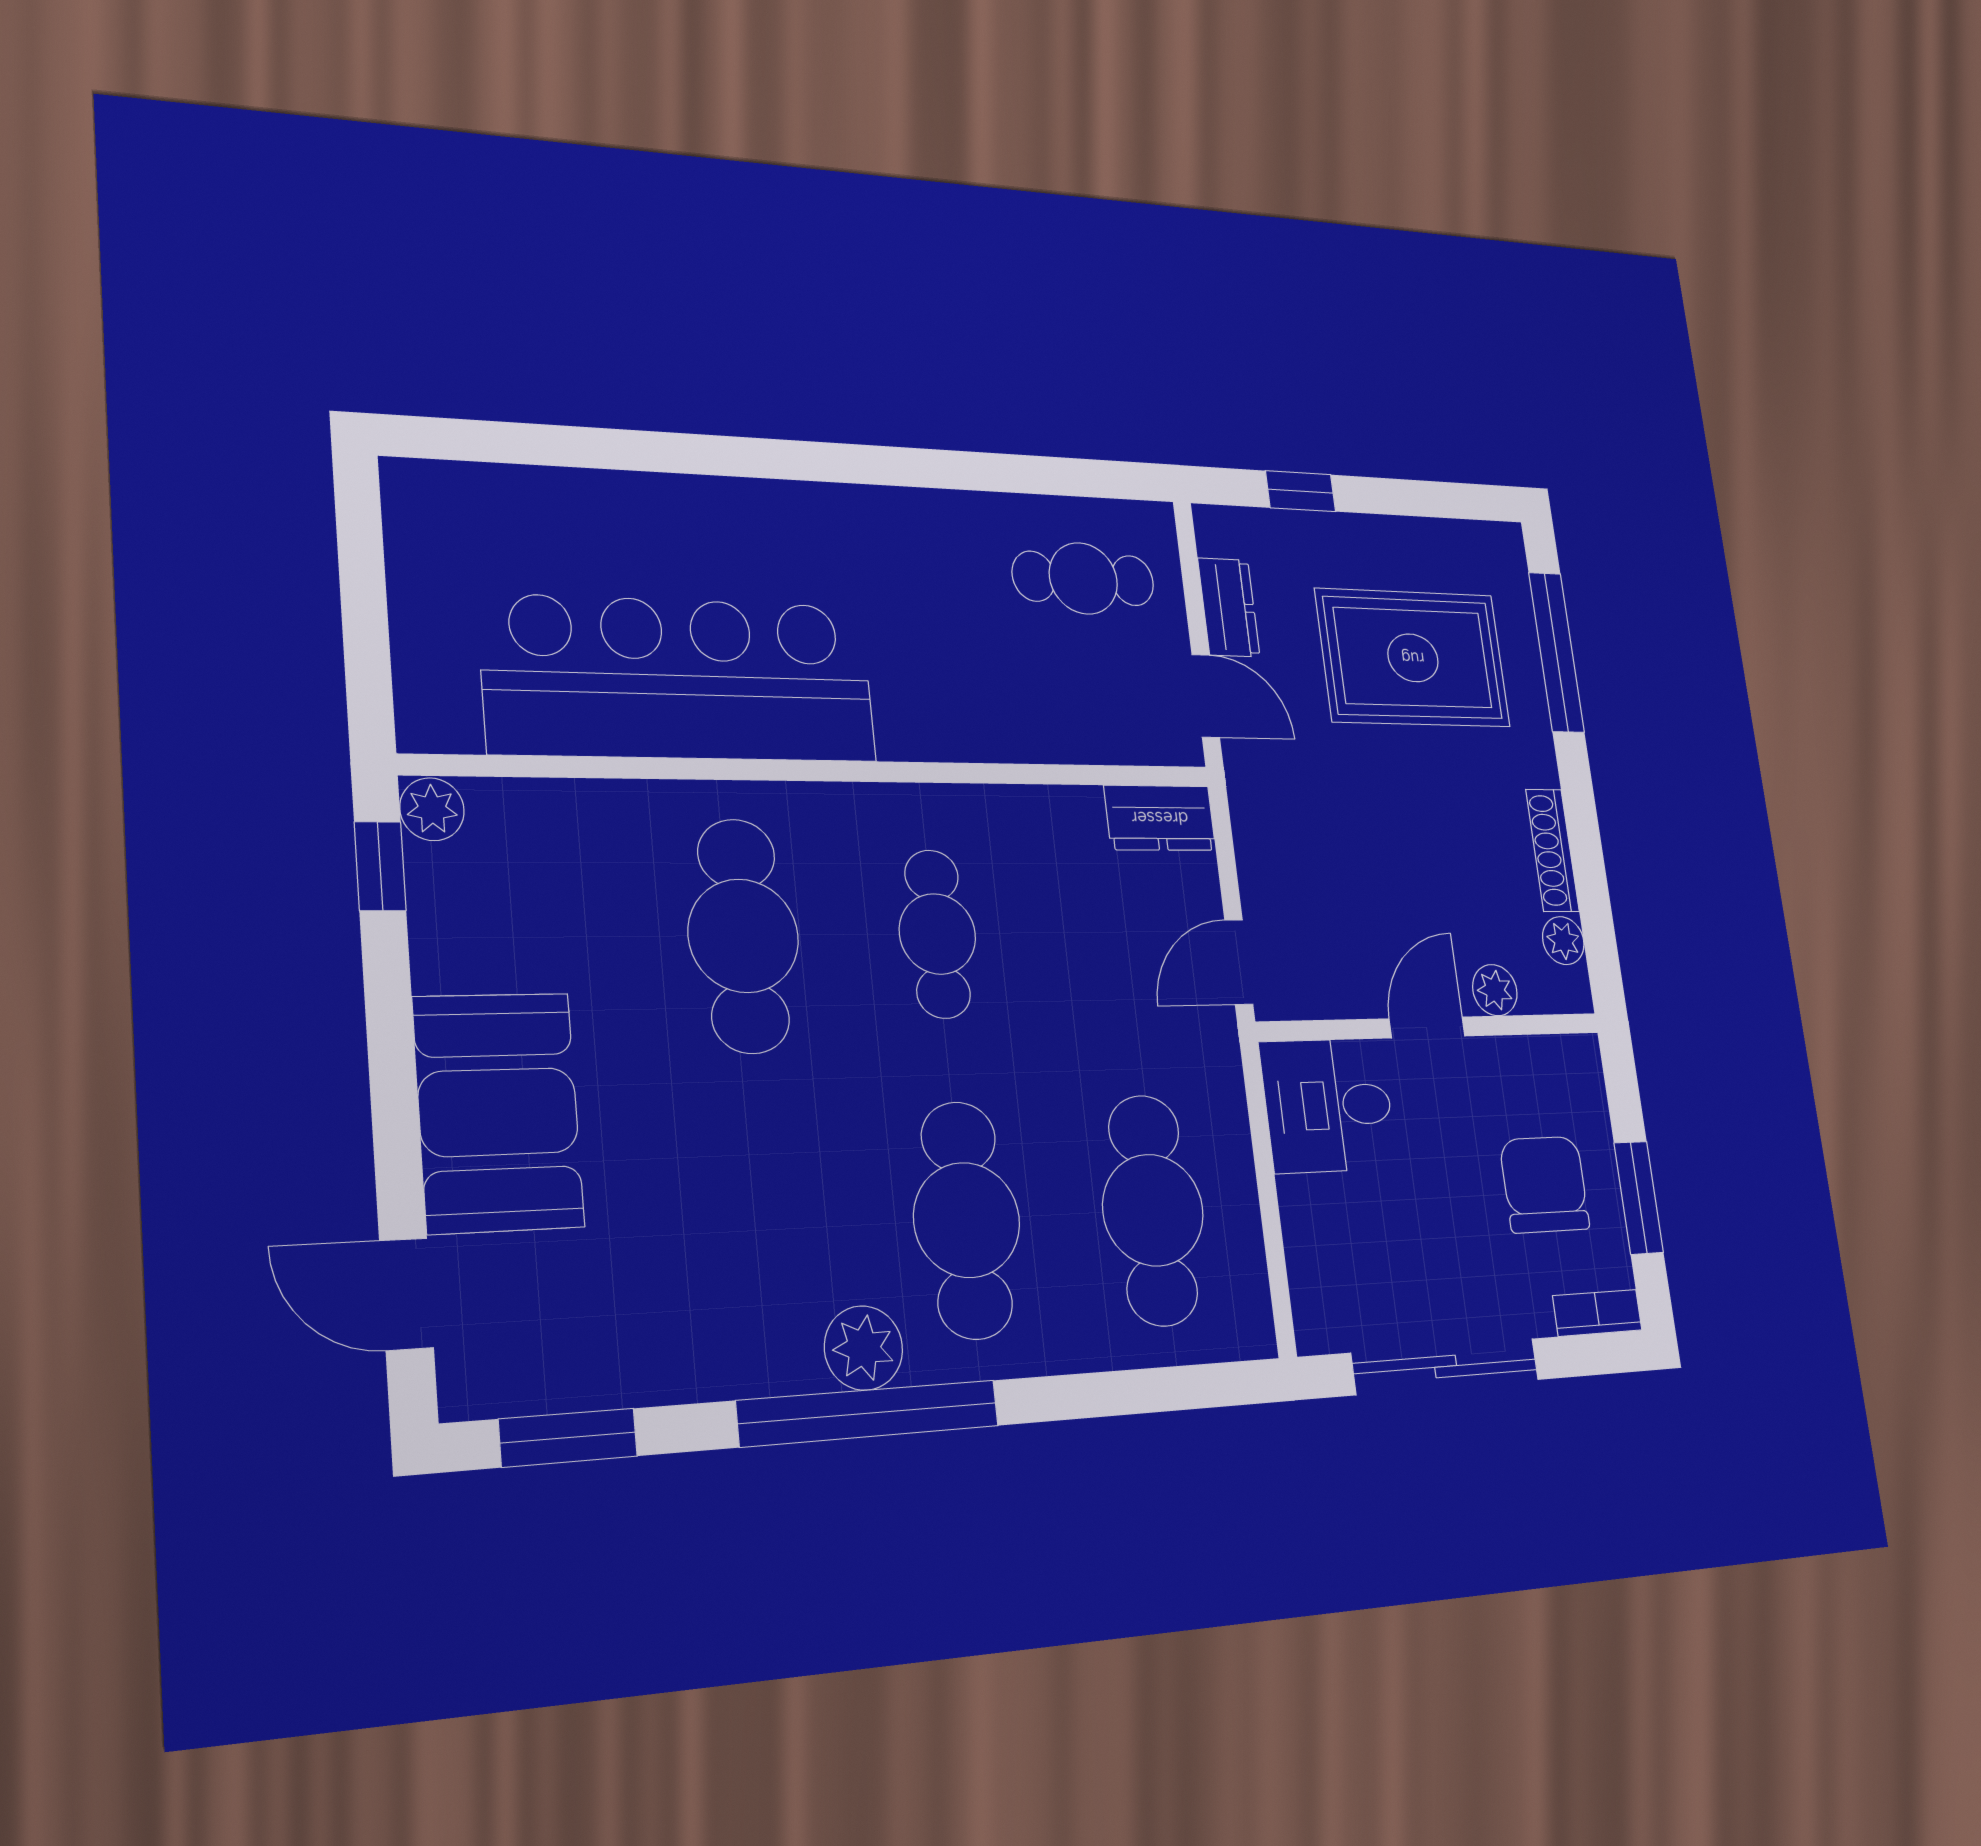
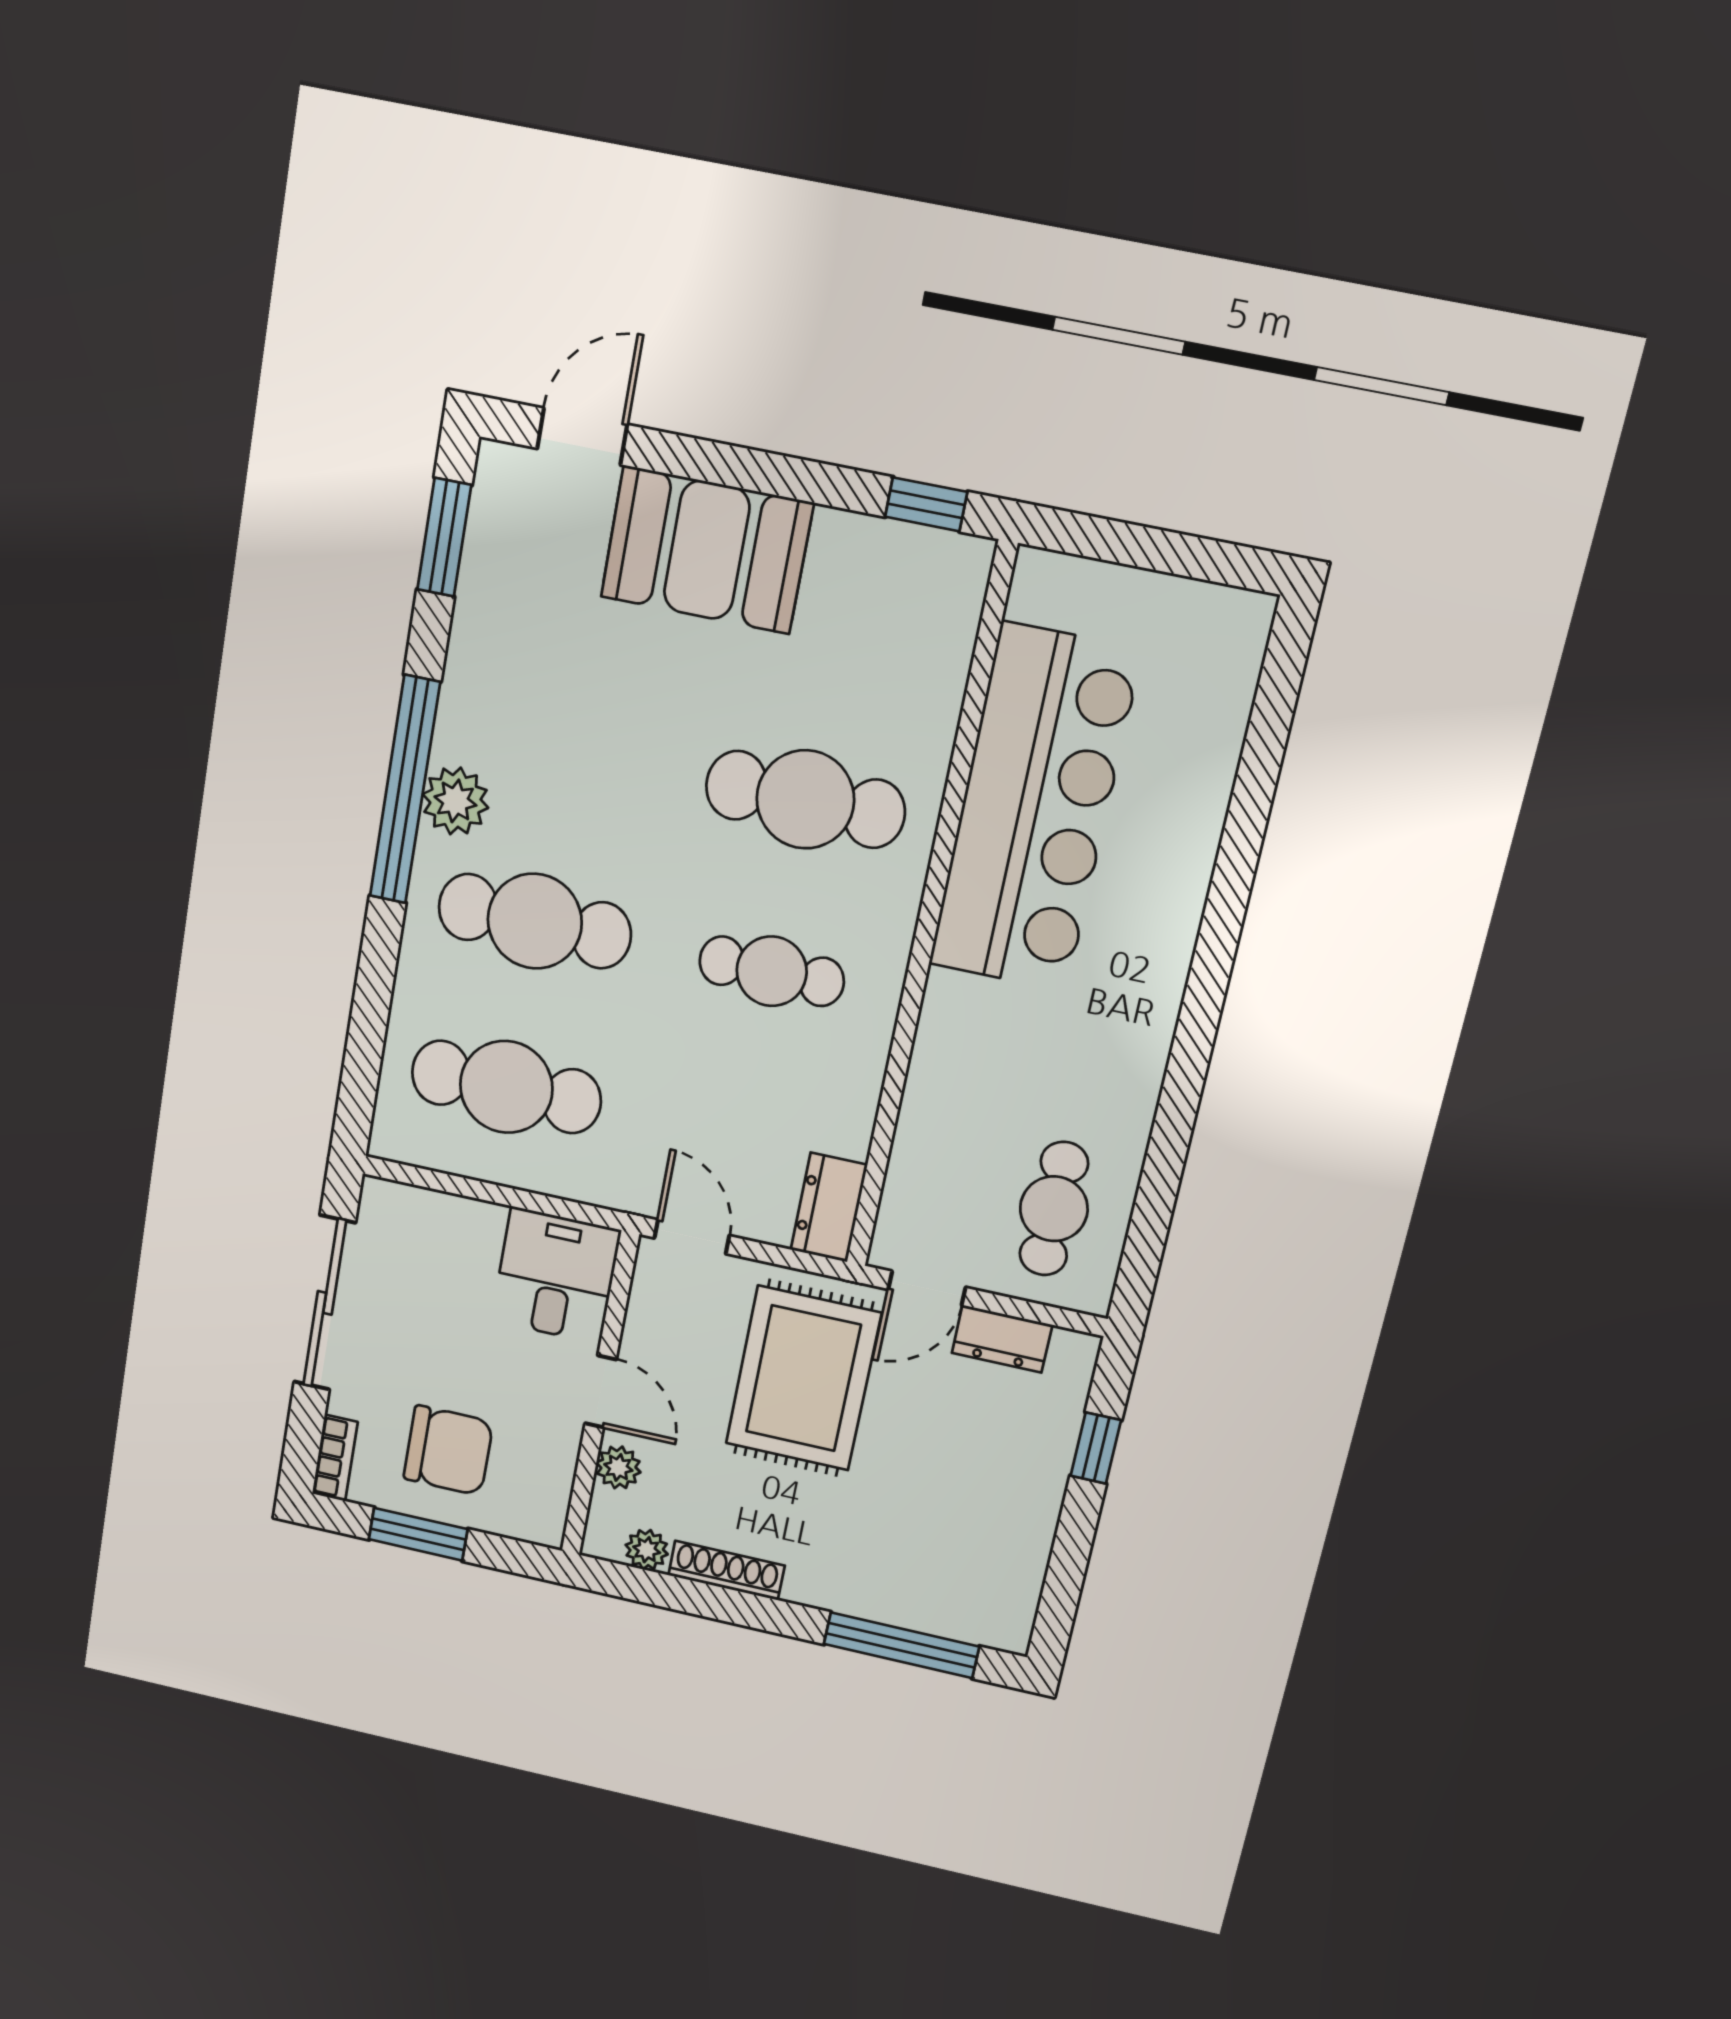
rug: (1413, 658) -> (803, 1378), moved
plant: (432, 809) -> (965, 561), removed

